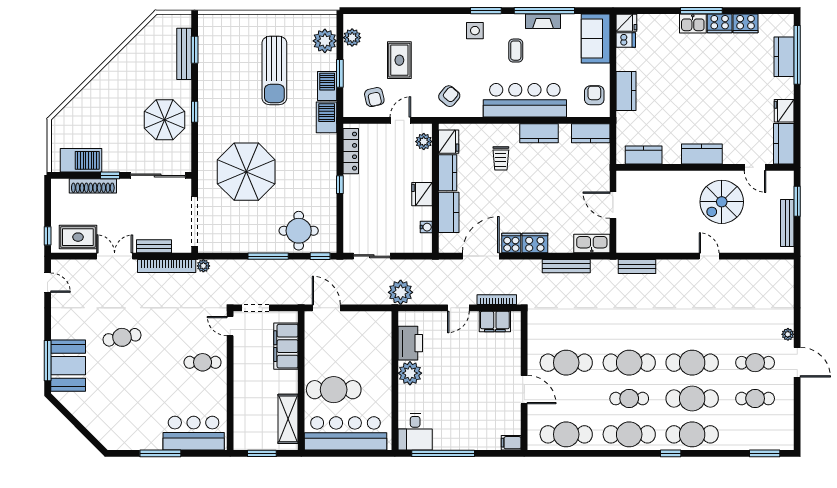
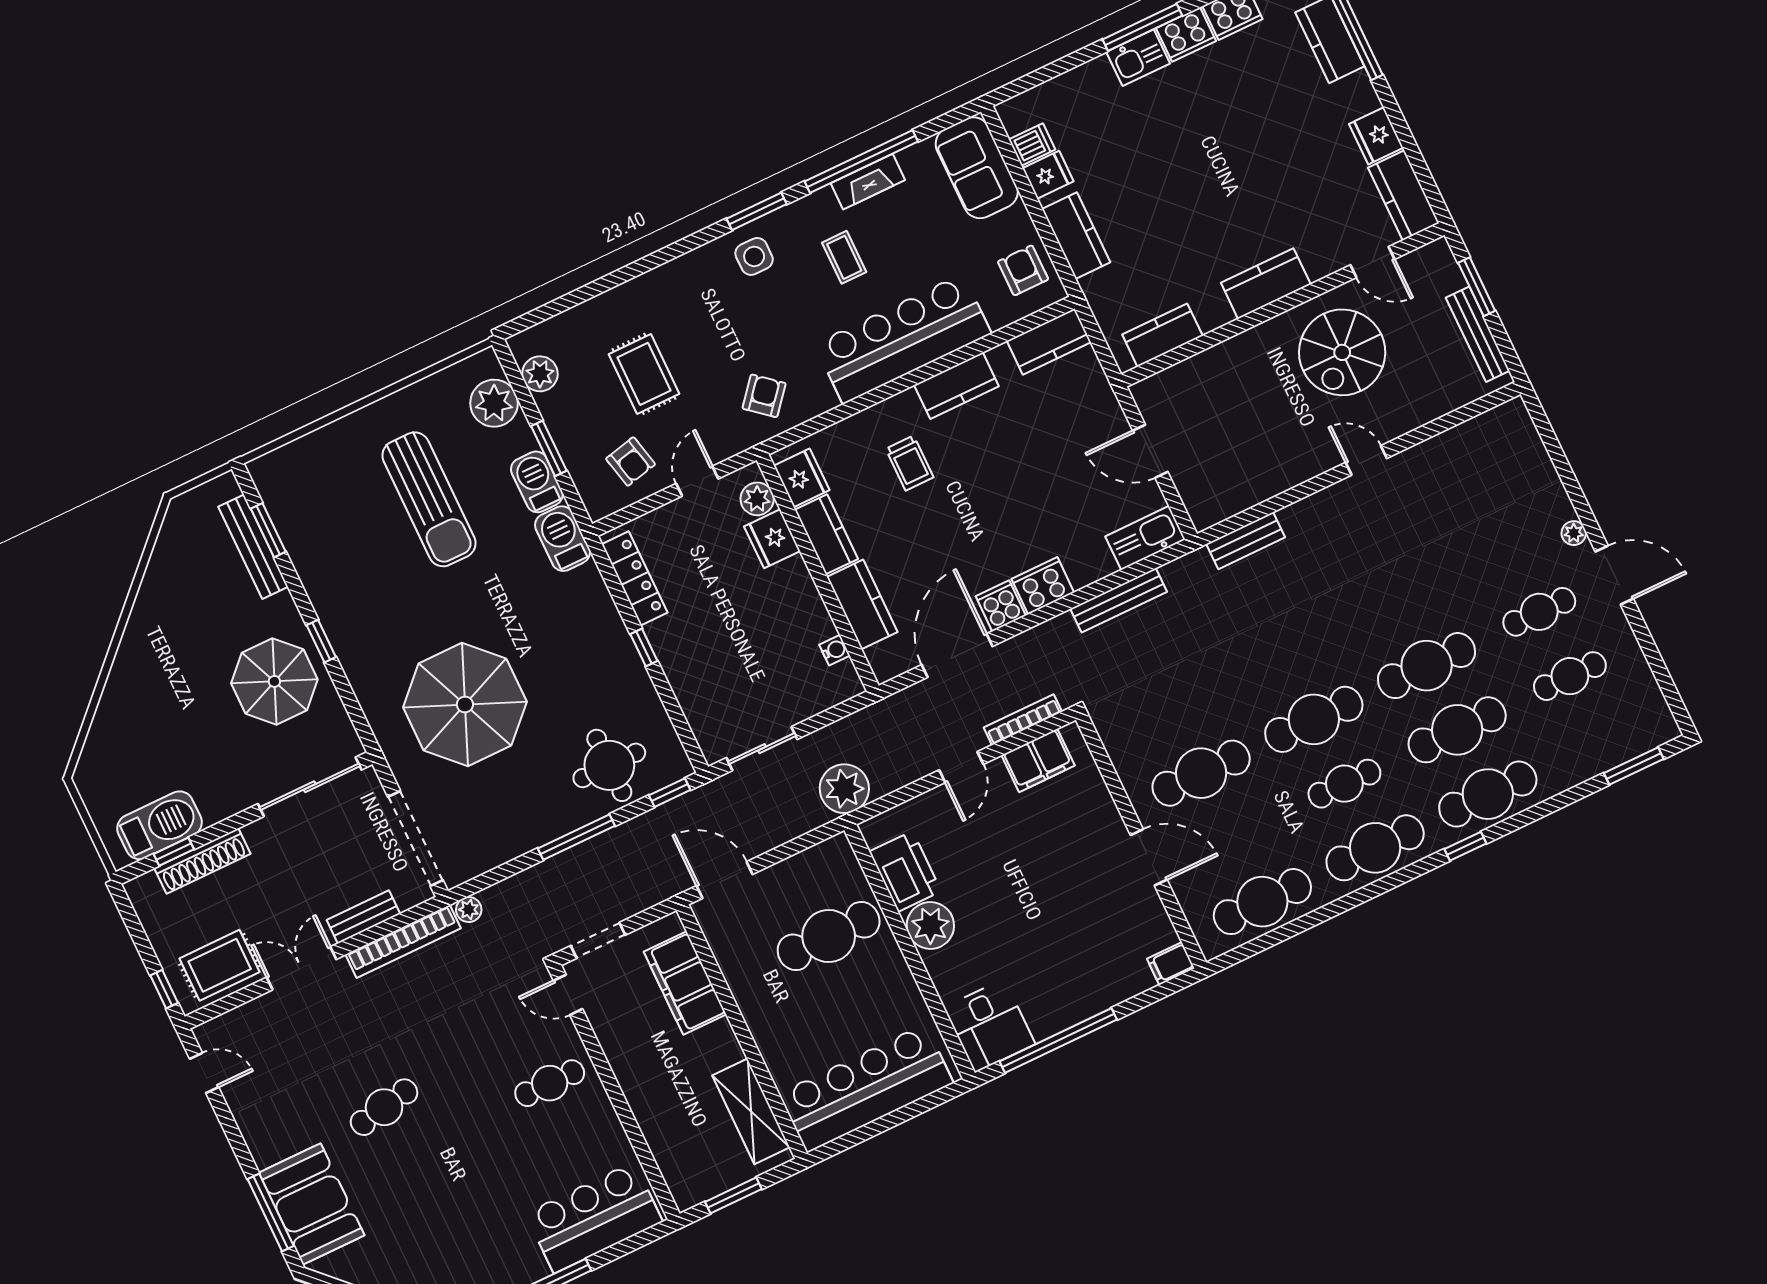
fridge: (626, 23) -> (1048, 175), moved
window: (110, 175) -> (174, 852), moved
fridge: (422, 194) -> (772, 539), moved
cafe table: (334, 390) -> (829, 936), moved

